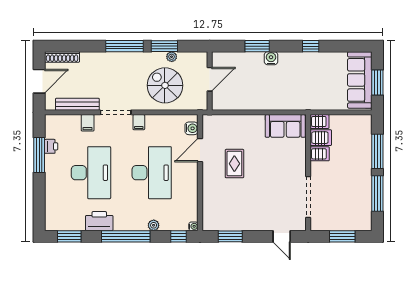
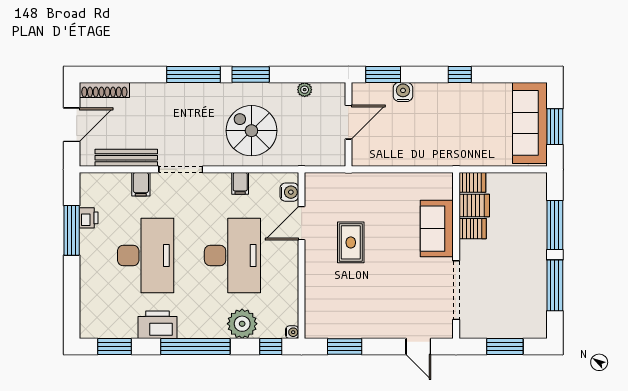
plant: (172, 57) -> (305, 90), moved
door: (210, 79) -> (348, 122), moved
wall: (210, 81) -> (348, 124), moved
filing cabinet: (139, 122) -> (240, 183), moved
sofa: (285, 126) -> (437, 229), moved, turned 90
plant: (154, 225) -> (242, 324), width x1.88, depth x1.88

